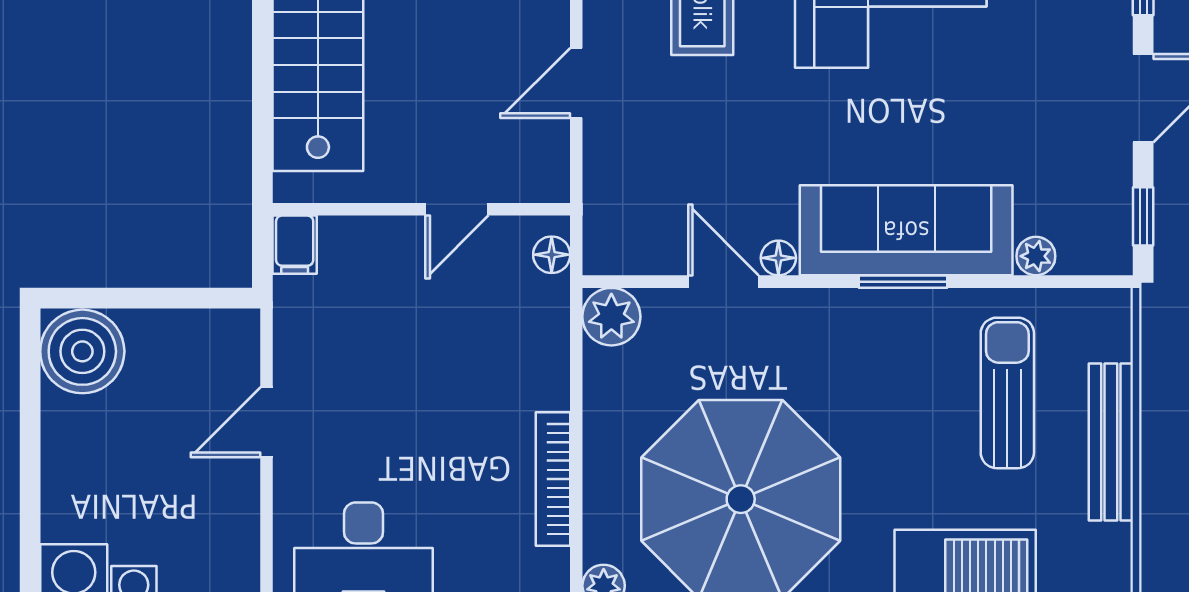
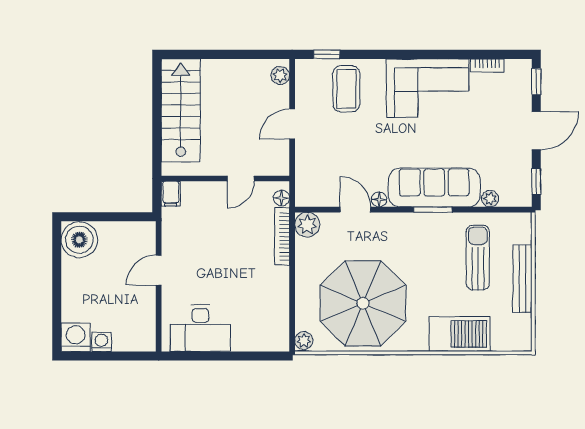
bookcase: (553, 479) -> (282, 237), moved

